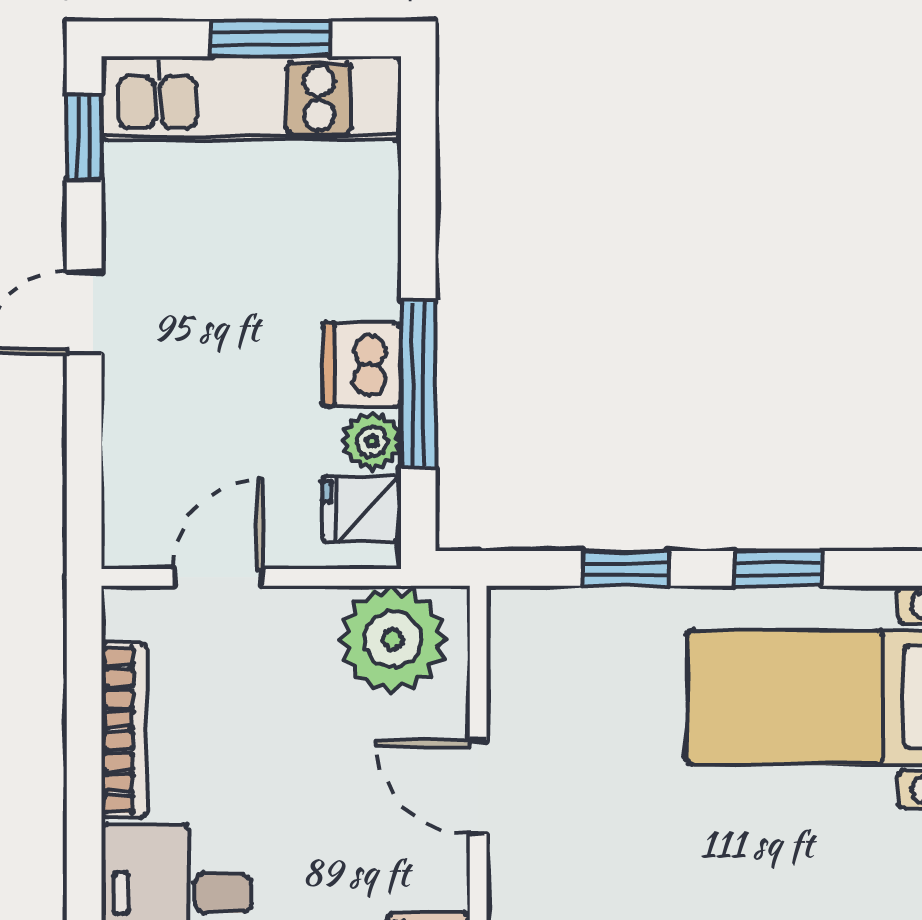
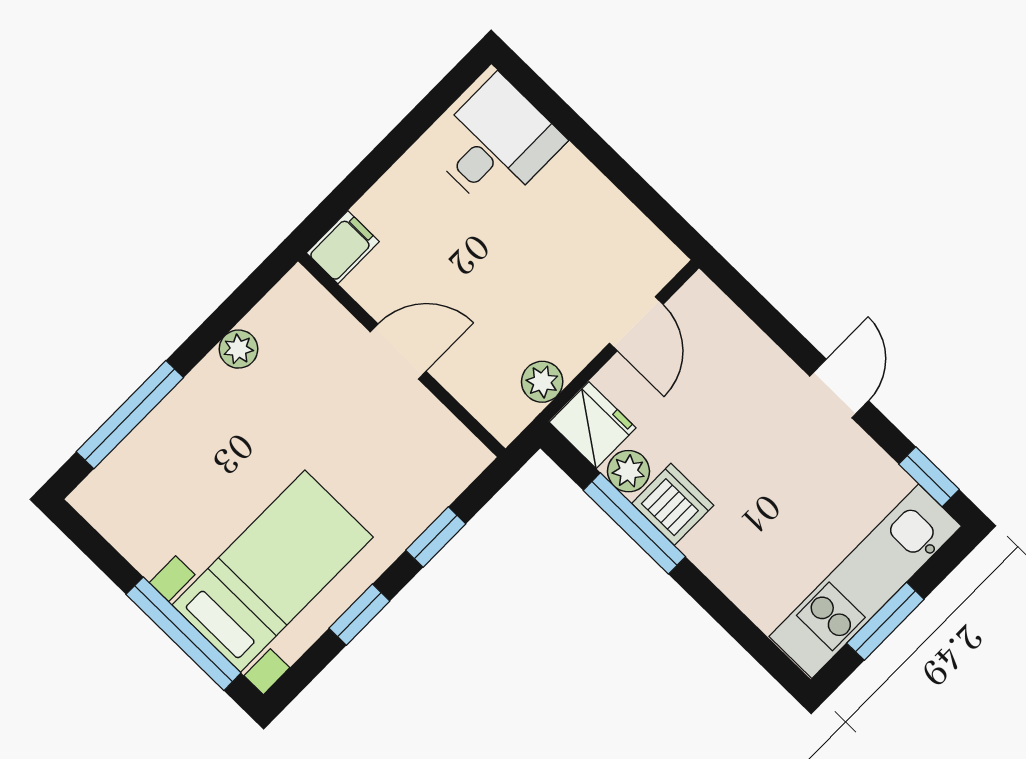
fridge: (361, 509) -> (593, 425), width x1.38
plant: (393, 639) -> (542, 382), width x0.53, depth x0.53
bookcase: (124, 730) -> (605, 199), removed

